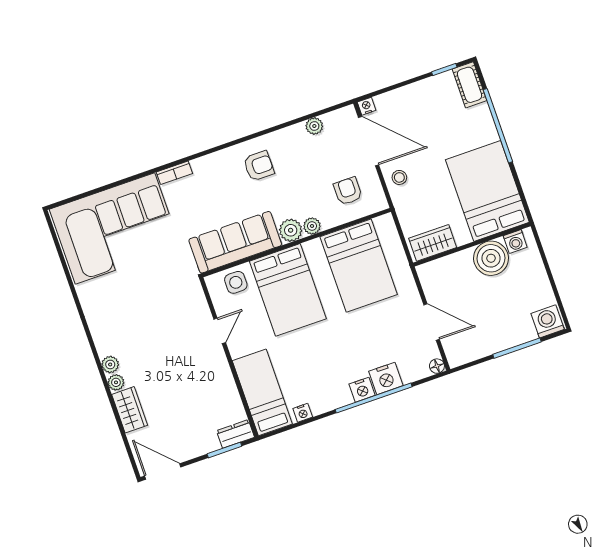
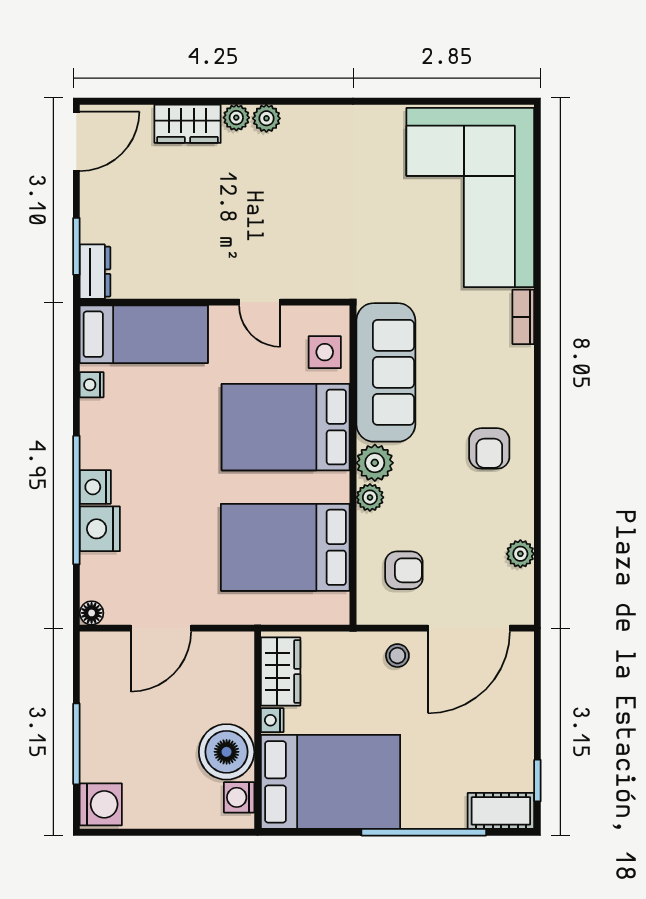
nightstand: (367, 106) -> (272, 720), moved, turned 180

